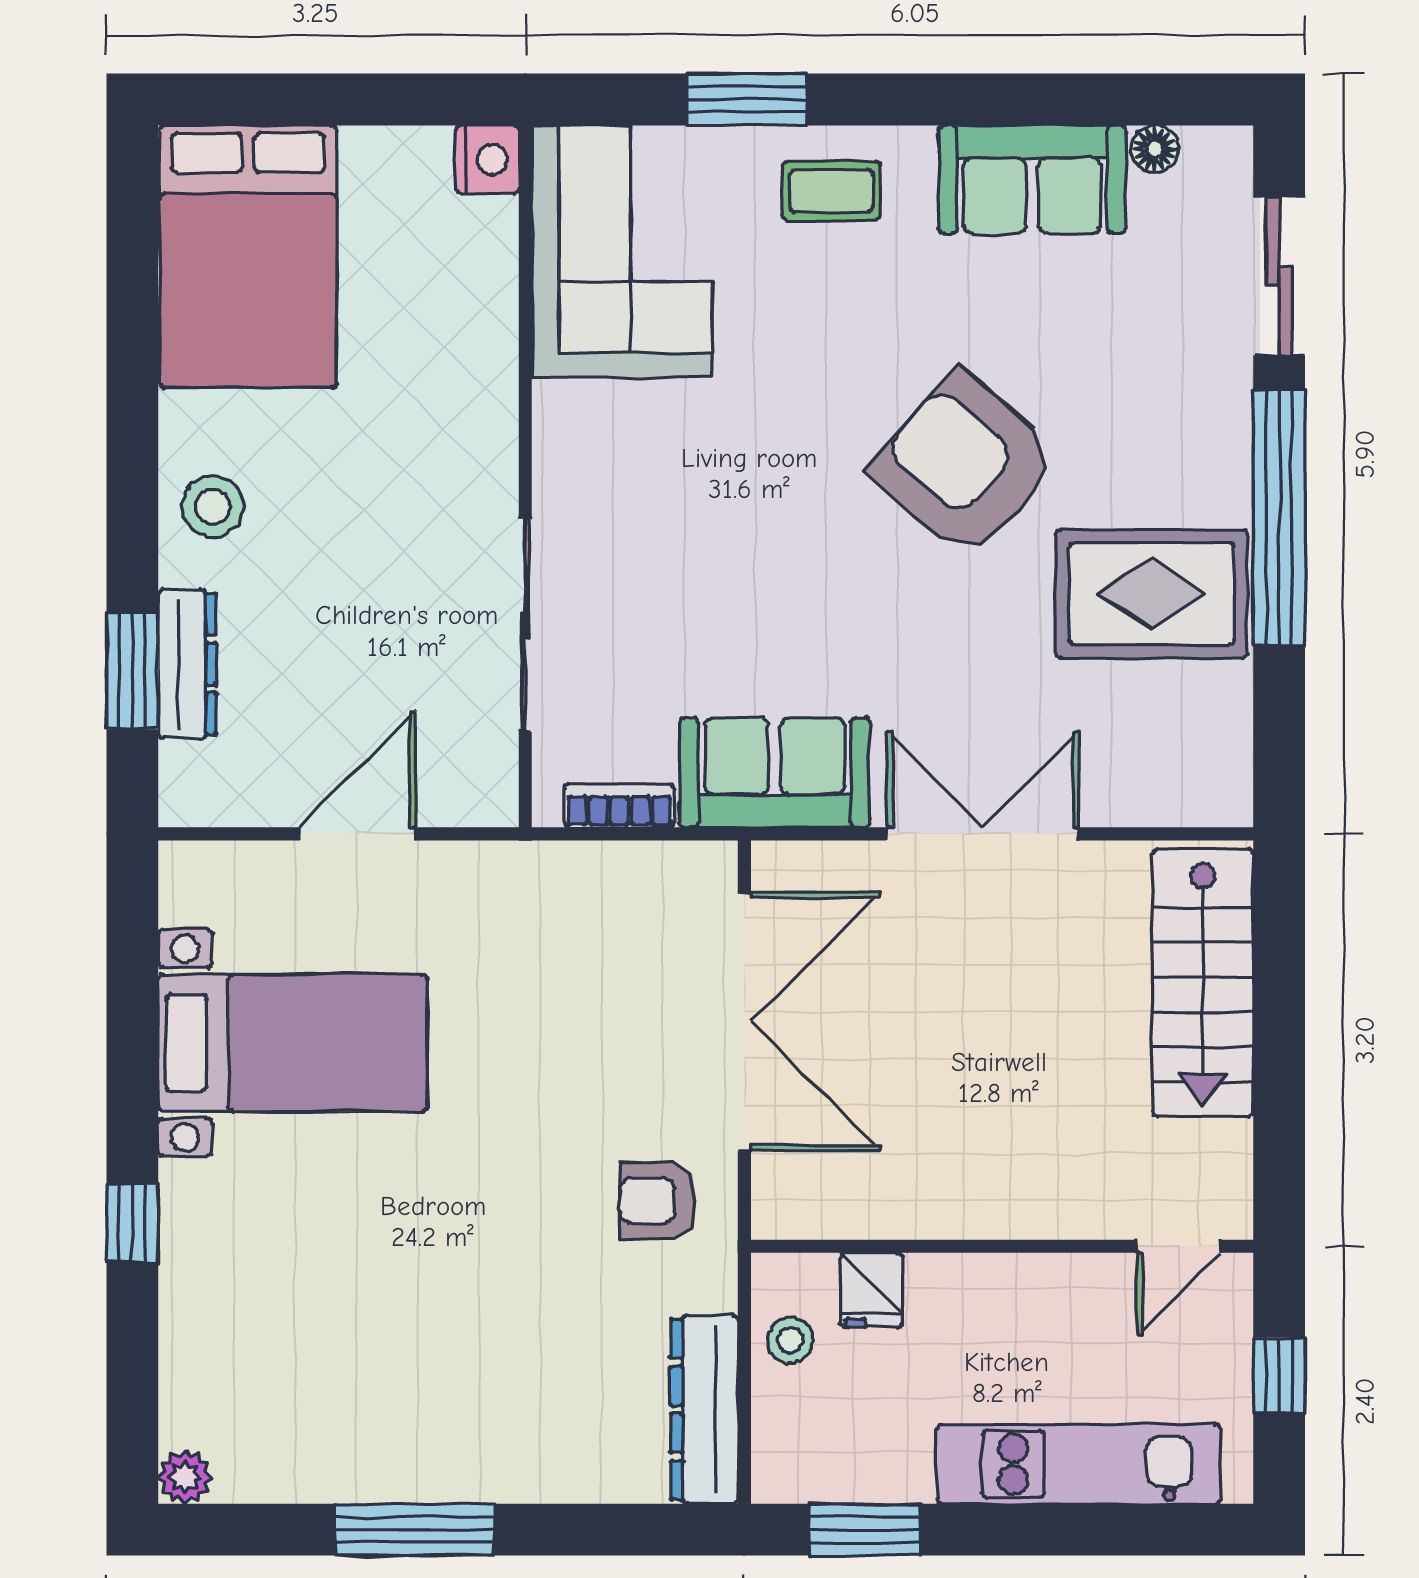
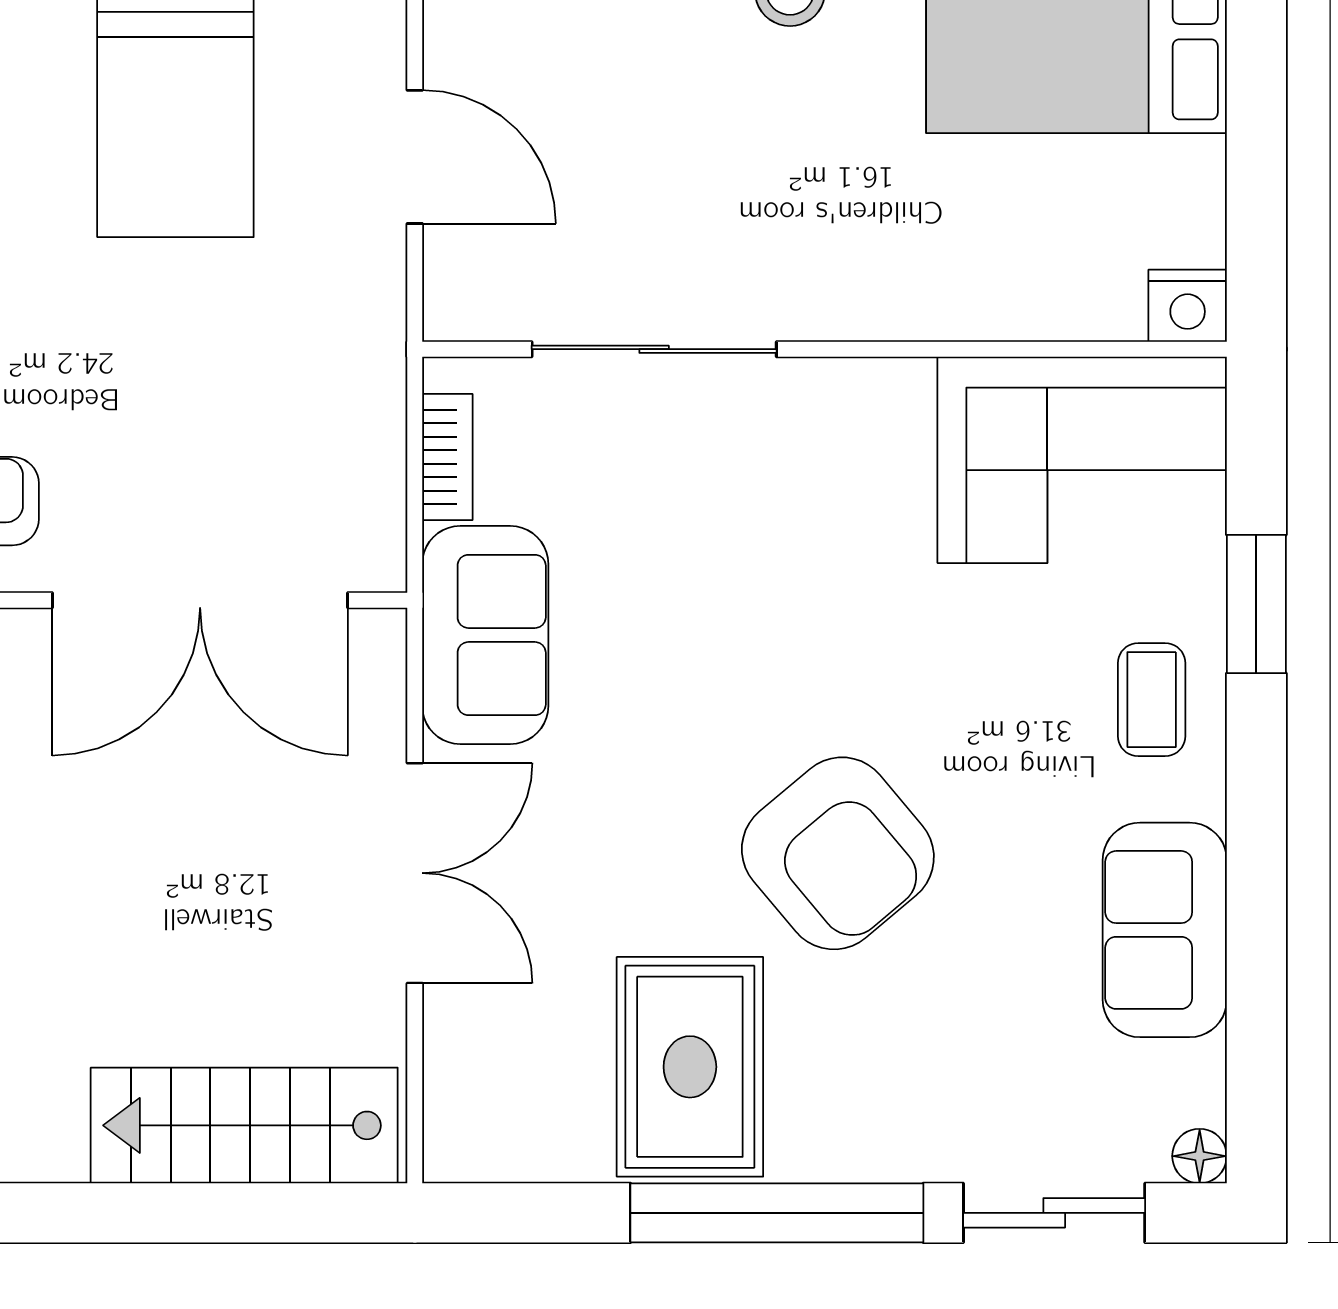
floor lamp: (1155, 149) -> (1200, 1156), moved
armchair: (965, 465) -> (838, 853), turned 99

